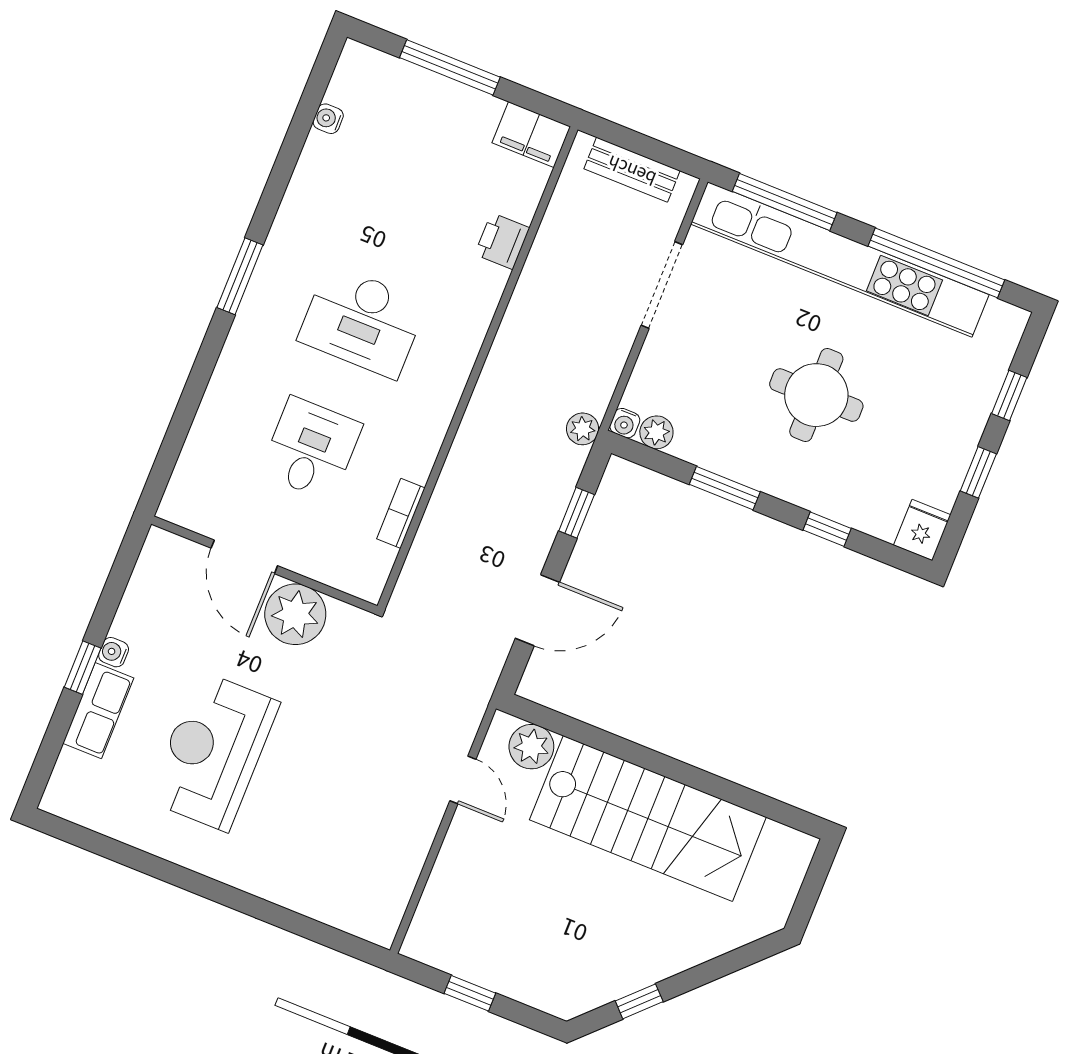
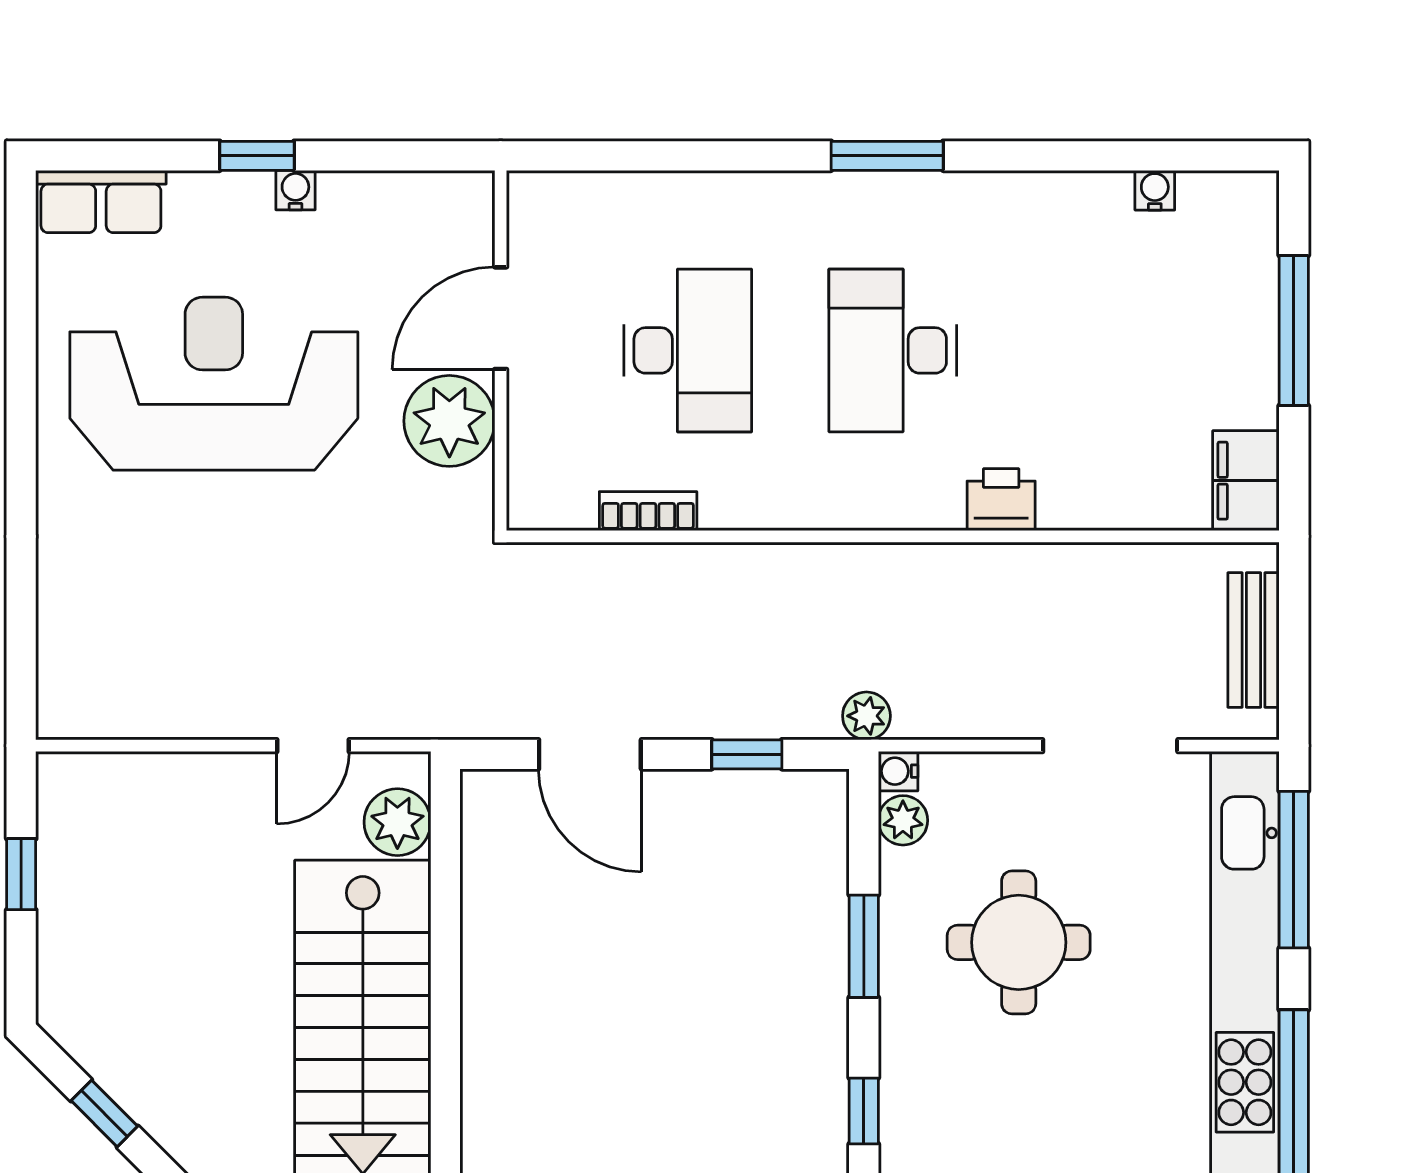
printer: (502, 241) -> (1001, 500), moved
round table: (816, 395) -> (1019, 942), moved
desk: (311, 449) -> (688, 350), width x1.37
row of seats: (98, 711) -> (101, 202), moved
reception desk: (213, 751) -> (214, 384), width x1.36, depth x1.30

